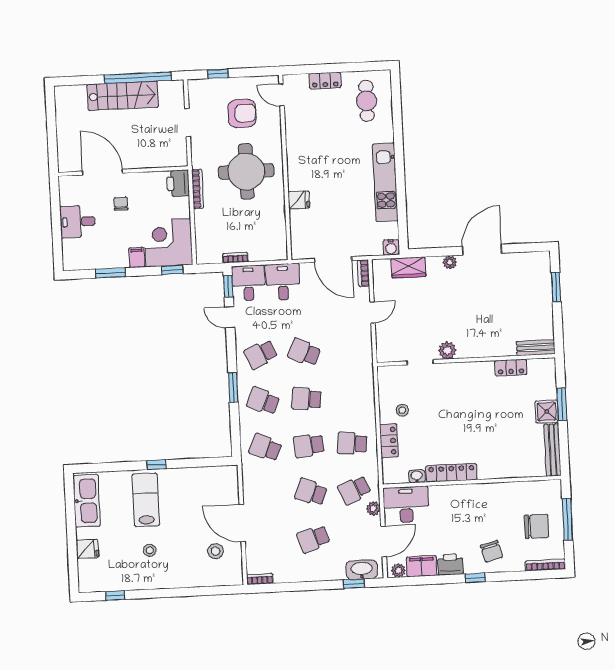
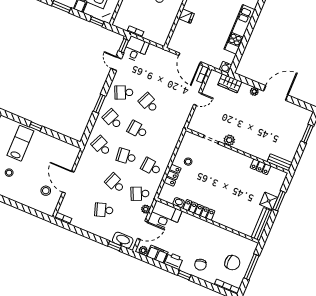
desk: (283, 282) -> (156, 58), removed

